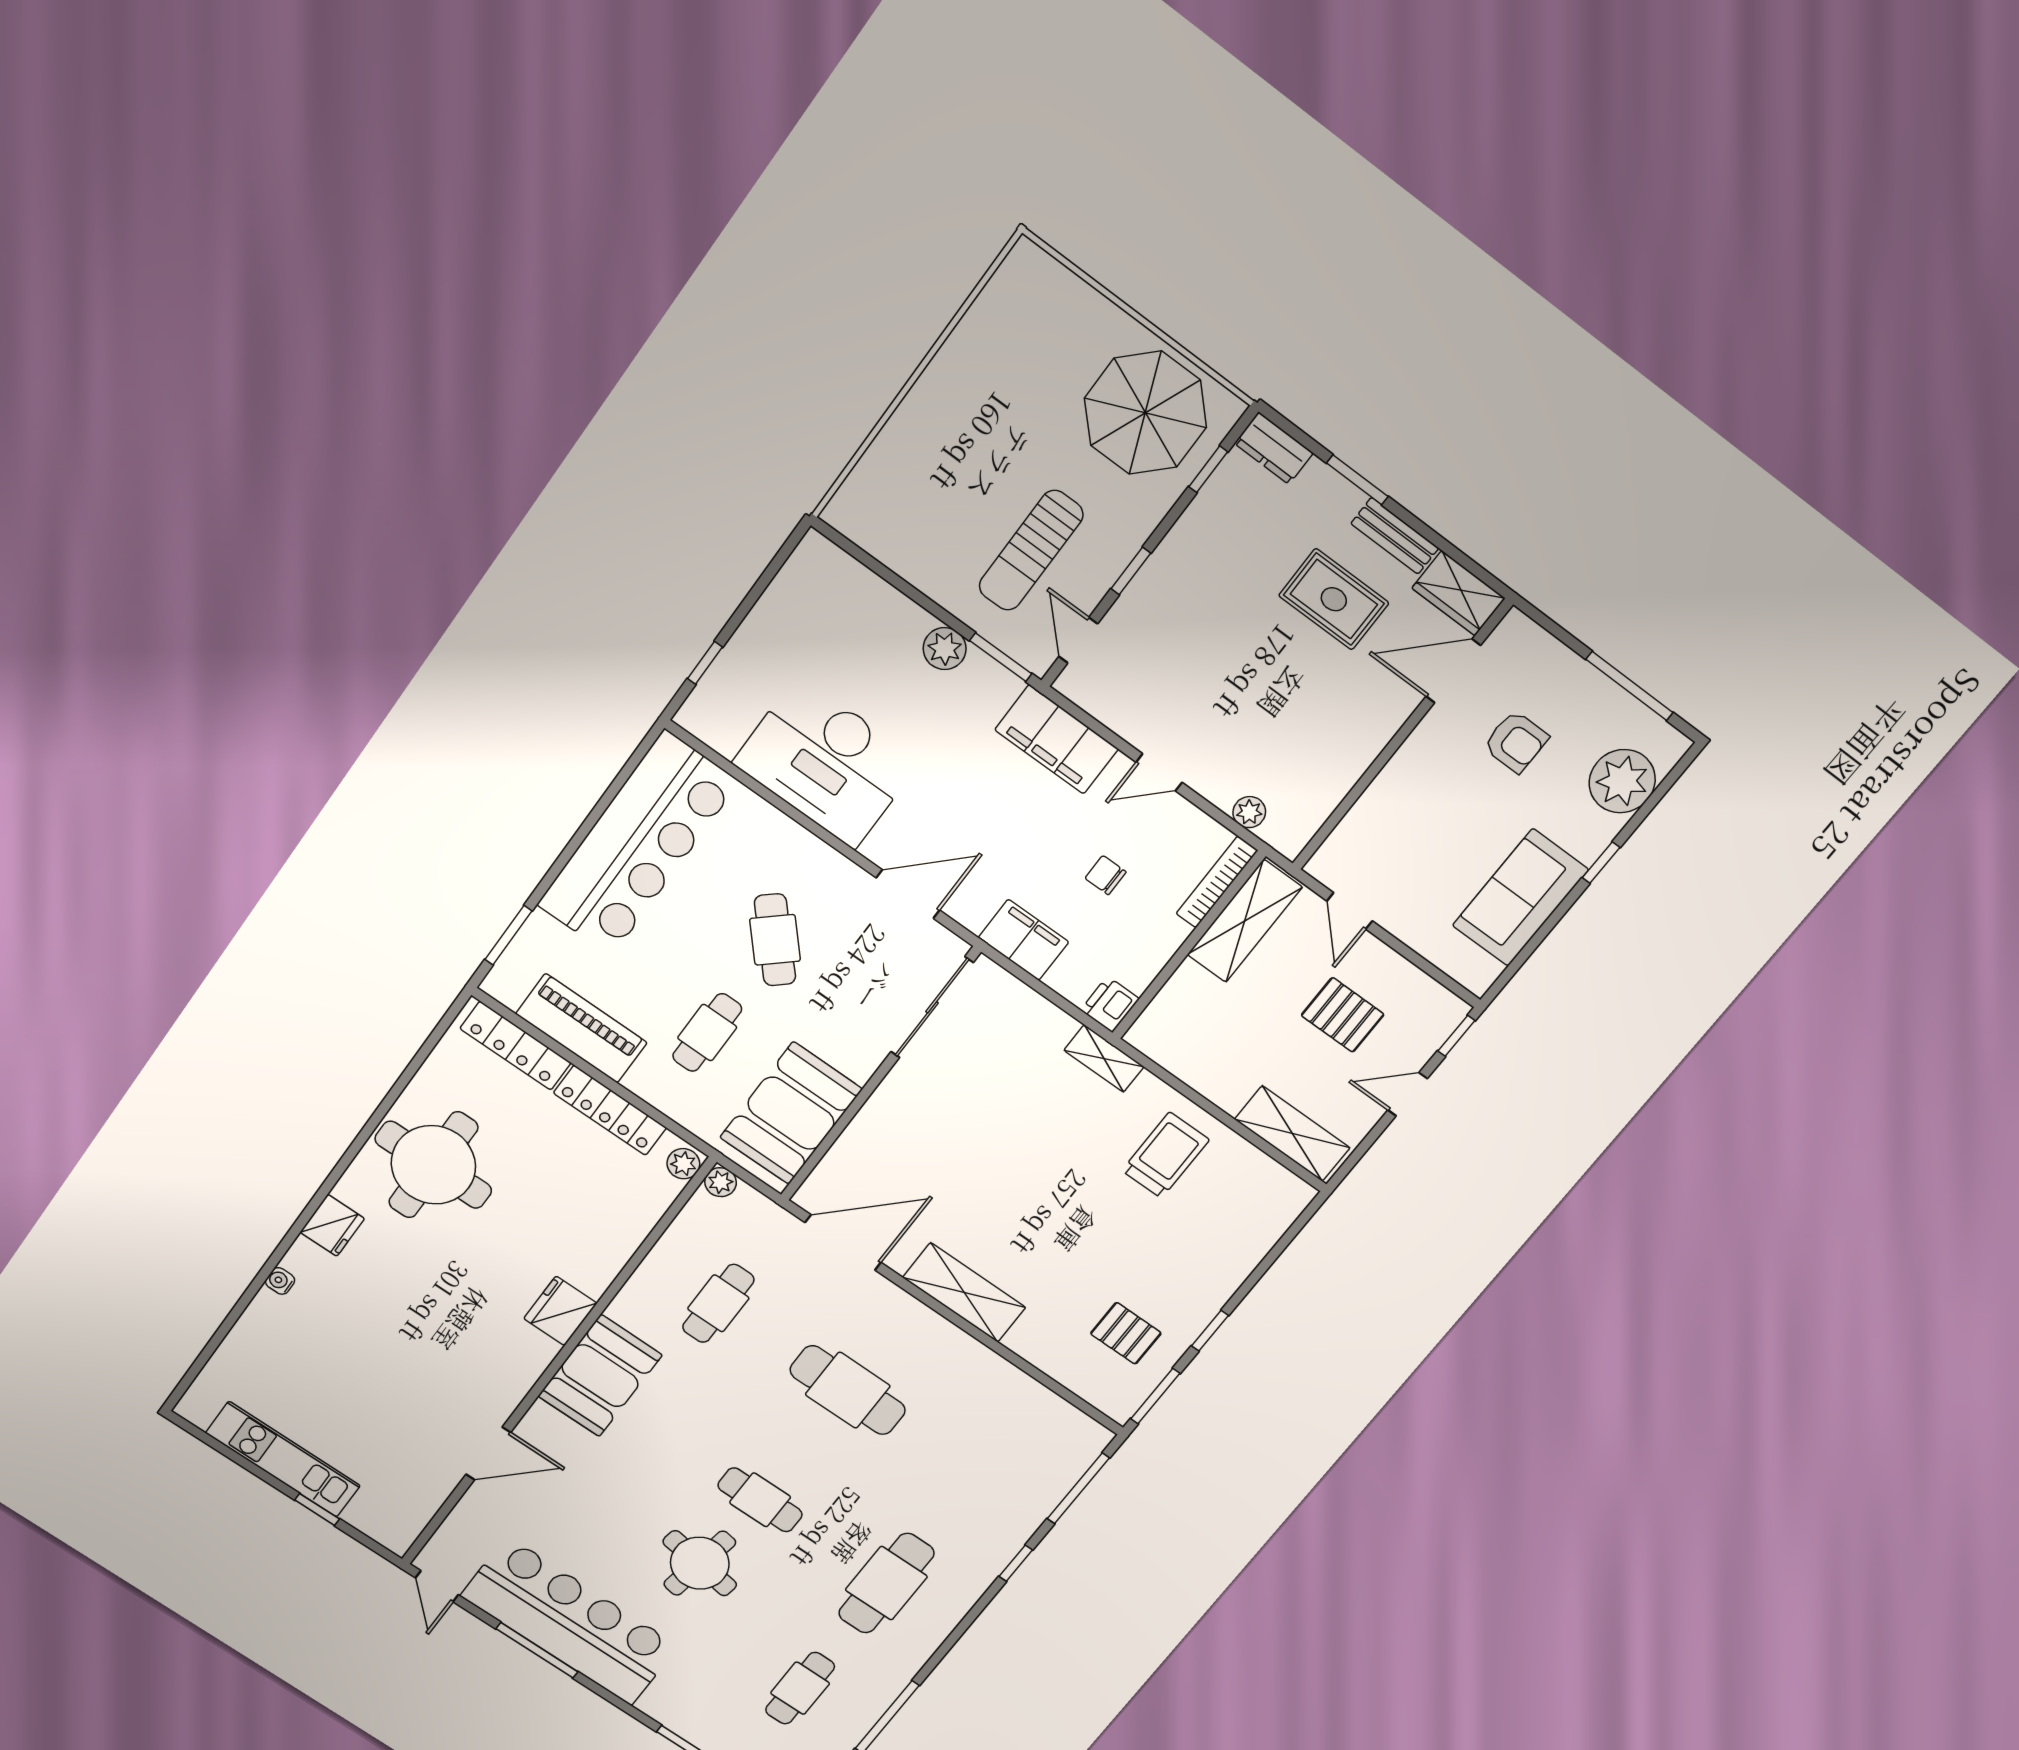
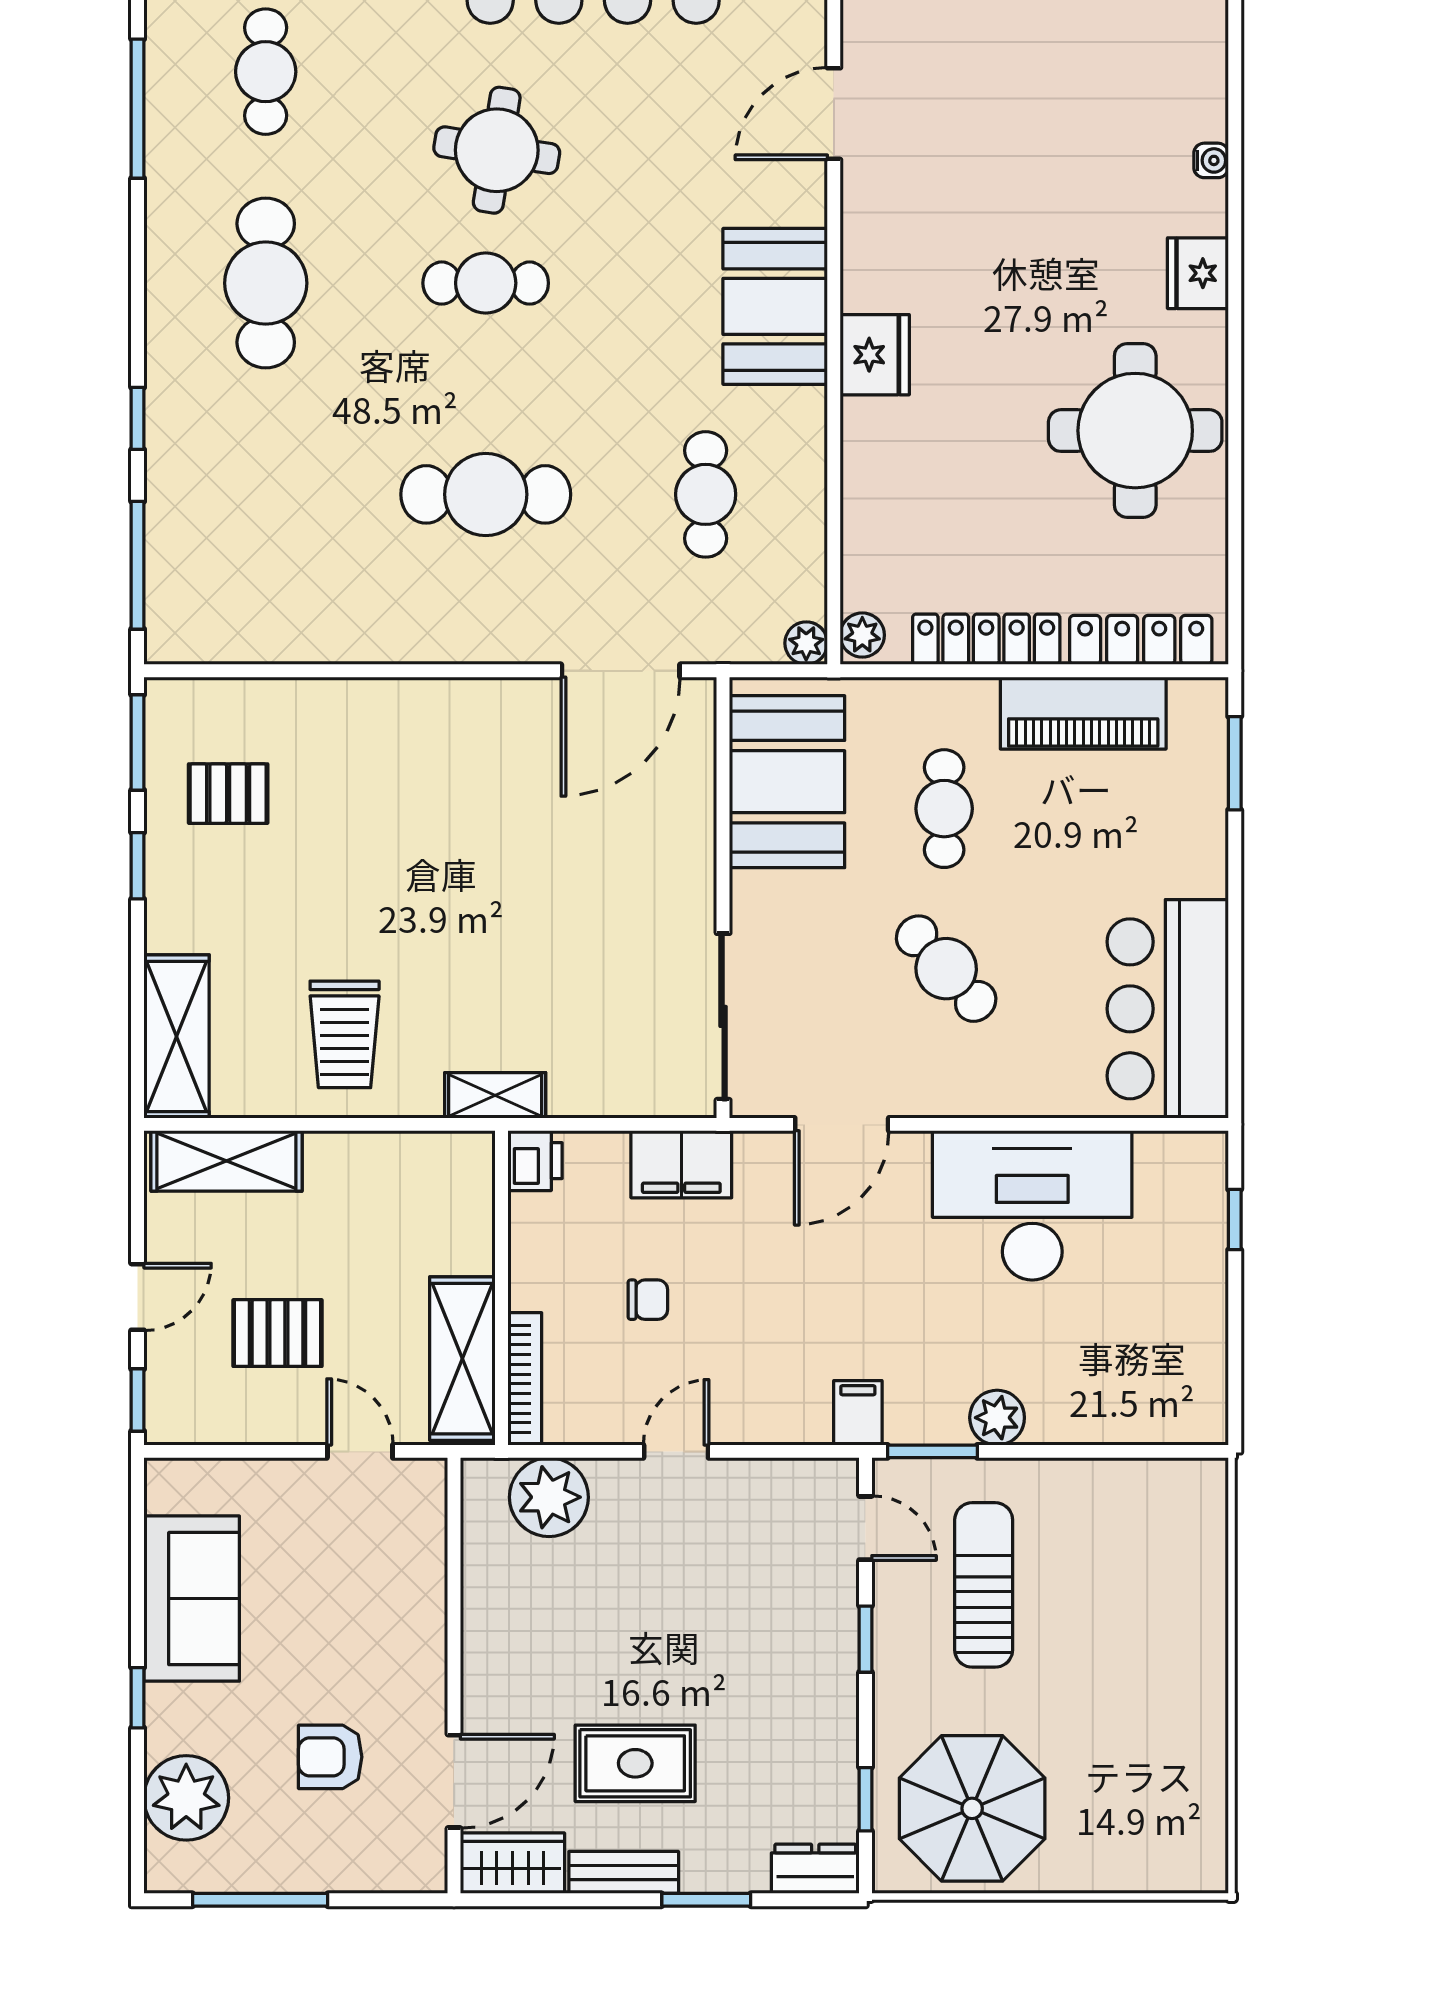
filing cabinet: (1057, 739) -> (858, 1413), width x0.33, depth x0.86
plant: (1249, 812) -> (549, 1497), width x1.88, depth x1.88
bar counter: (638, 844) -> (1168, 1009), width x0.73
shelving: (964, 1293) -> (177, 1036), moved, turned 90

